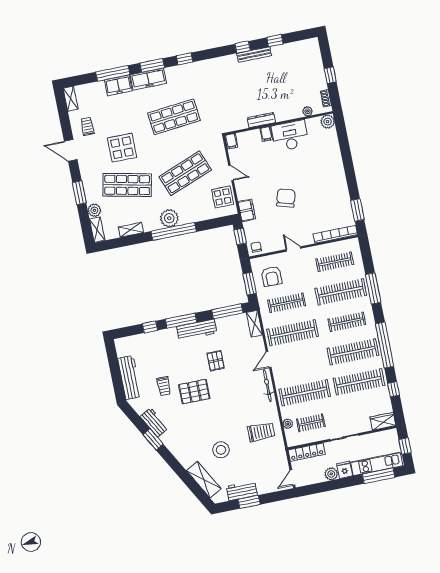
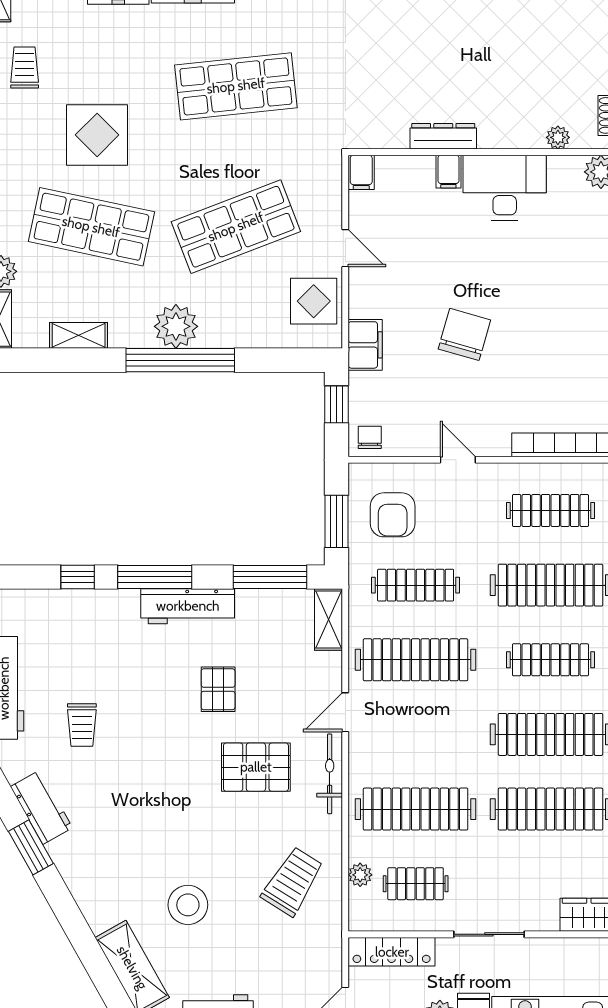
pallet: (194, 392) -> (256, 767), moved
trolley: (261, 432) -> (292, 882), turned -58

